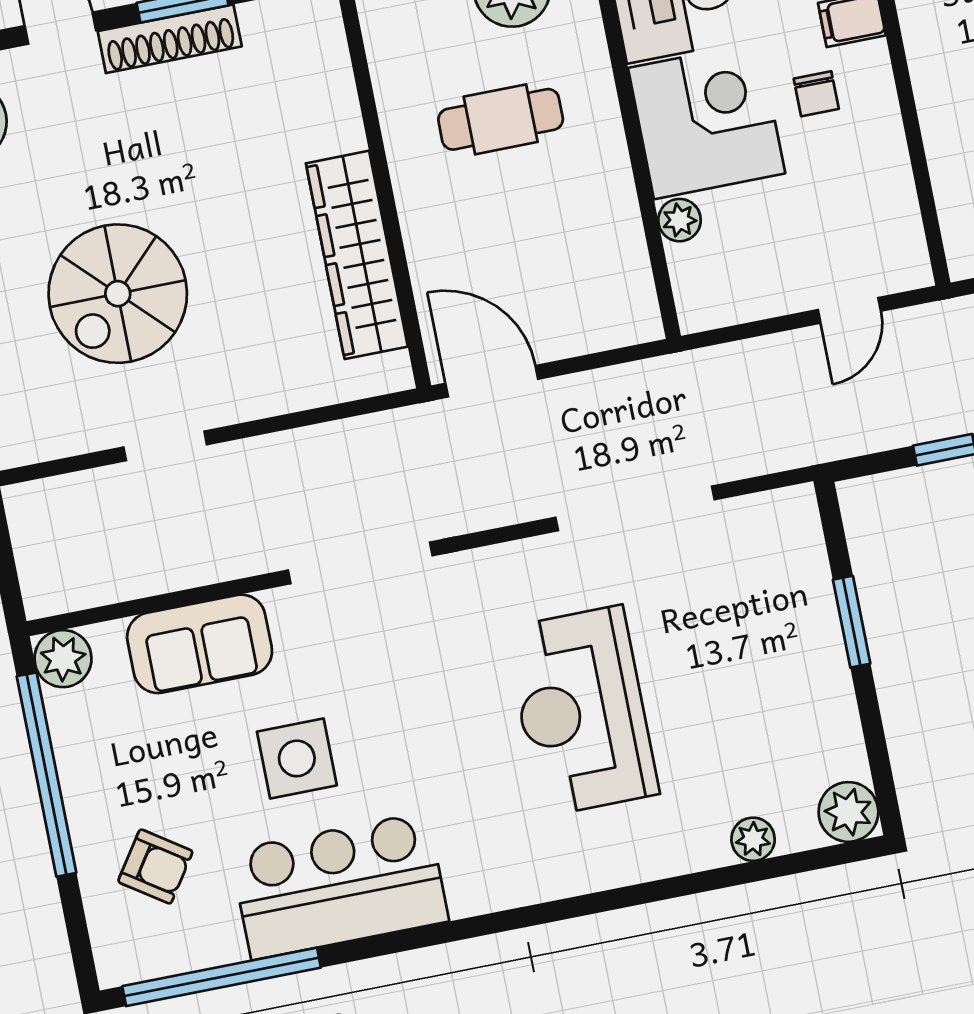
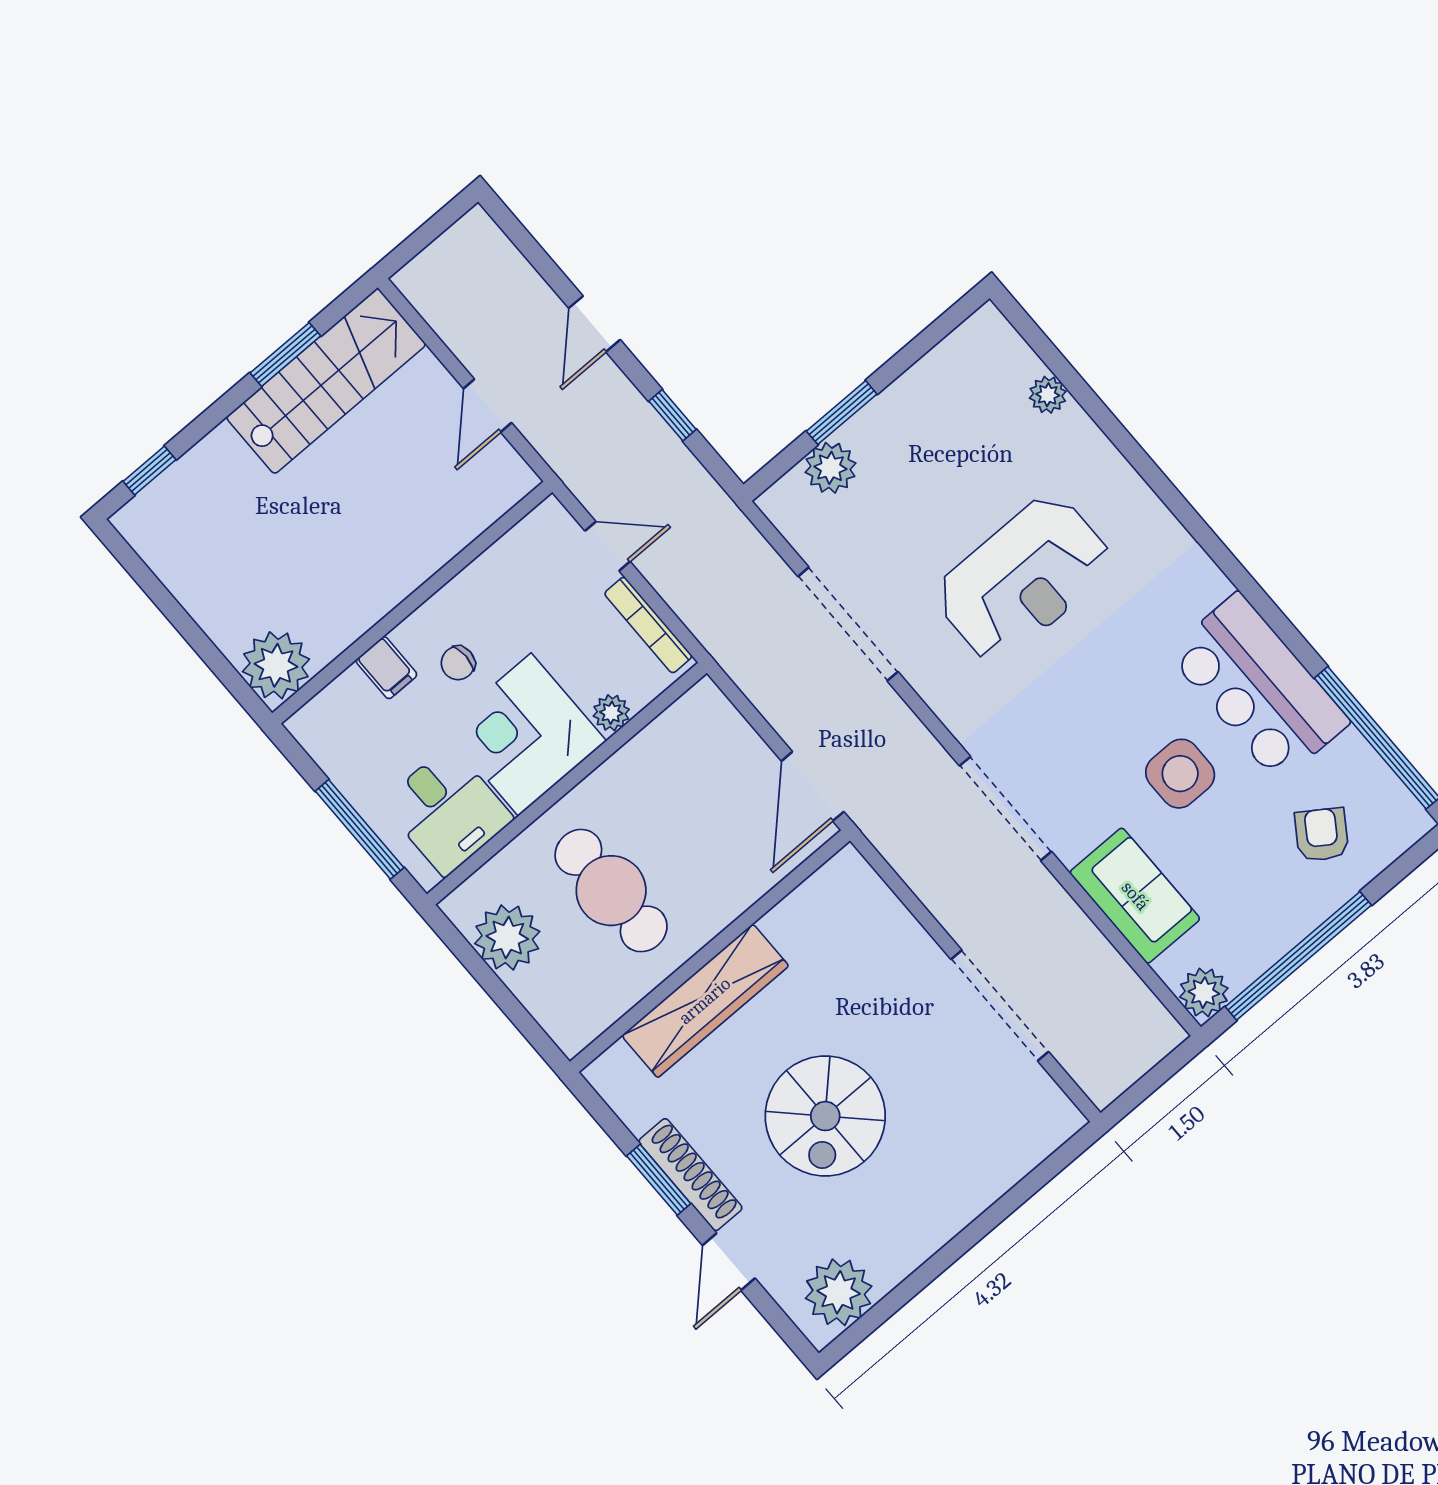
chair: (816, 94) -> (458, 663), turned 180
cafe table: (501, 119) -> (611, 891), width x1.37, depth x1.35
wardrobe: (357, 255) -> (705, 1001), moved
spiral stairs: (118, 294) -> (825, 1116), moved, turned 90
bookcase: (747, 307) -> (648, 625), added
doorway: (165, 446) -> (1000, 1006), width x1.88
plant: (848, 812) -> (830, 468), moved

